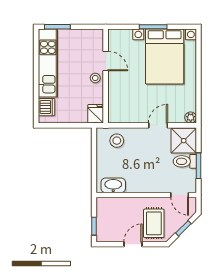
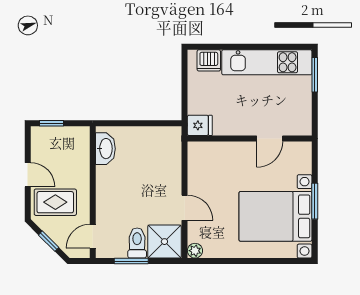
stool: (95, 78) -> (247, 125), removed
stool: (117, 141) -> (164, 153), removed

